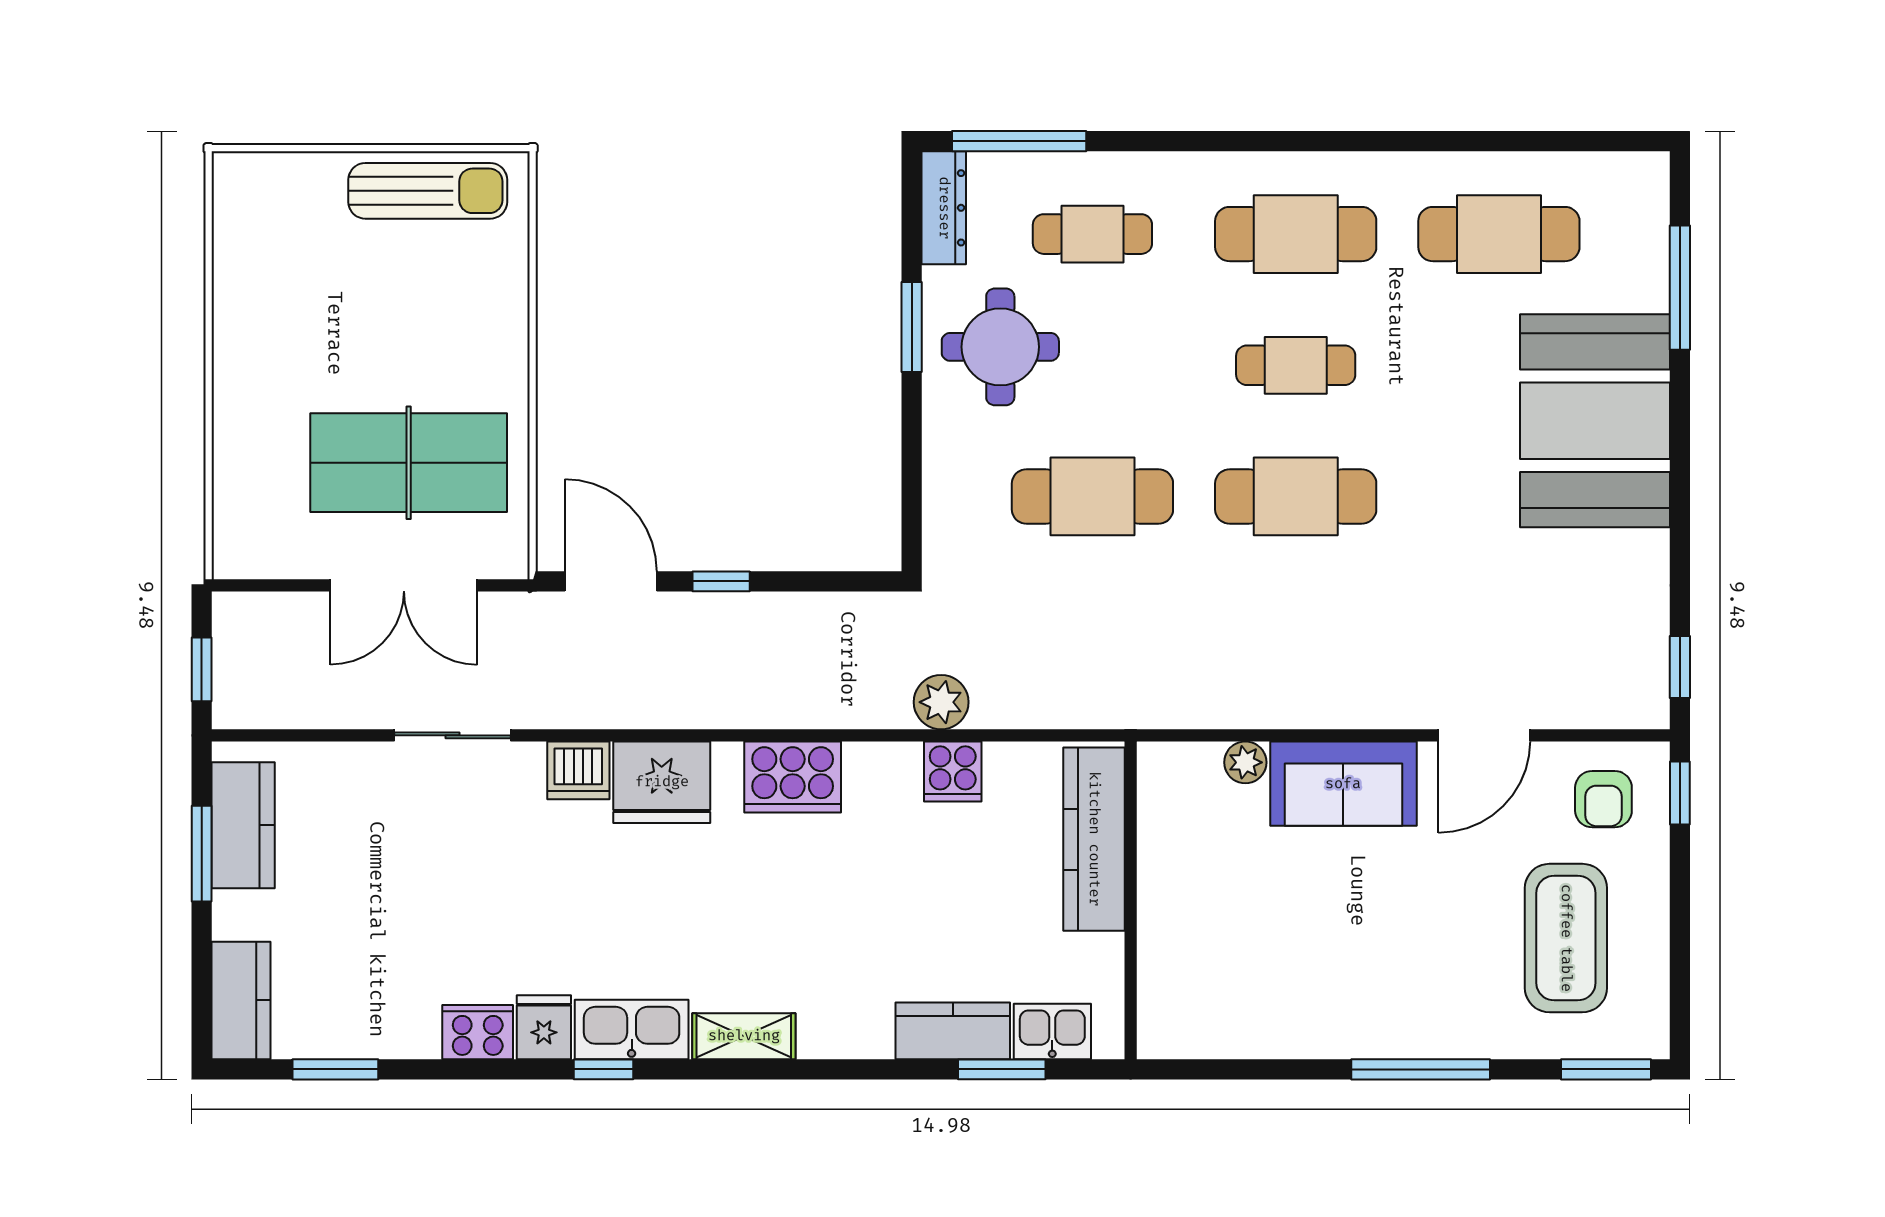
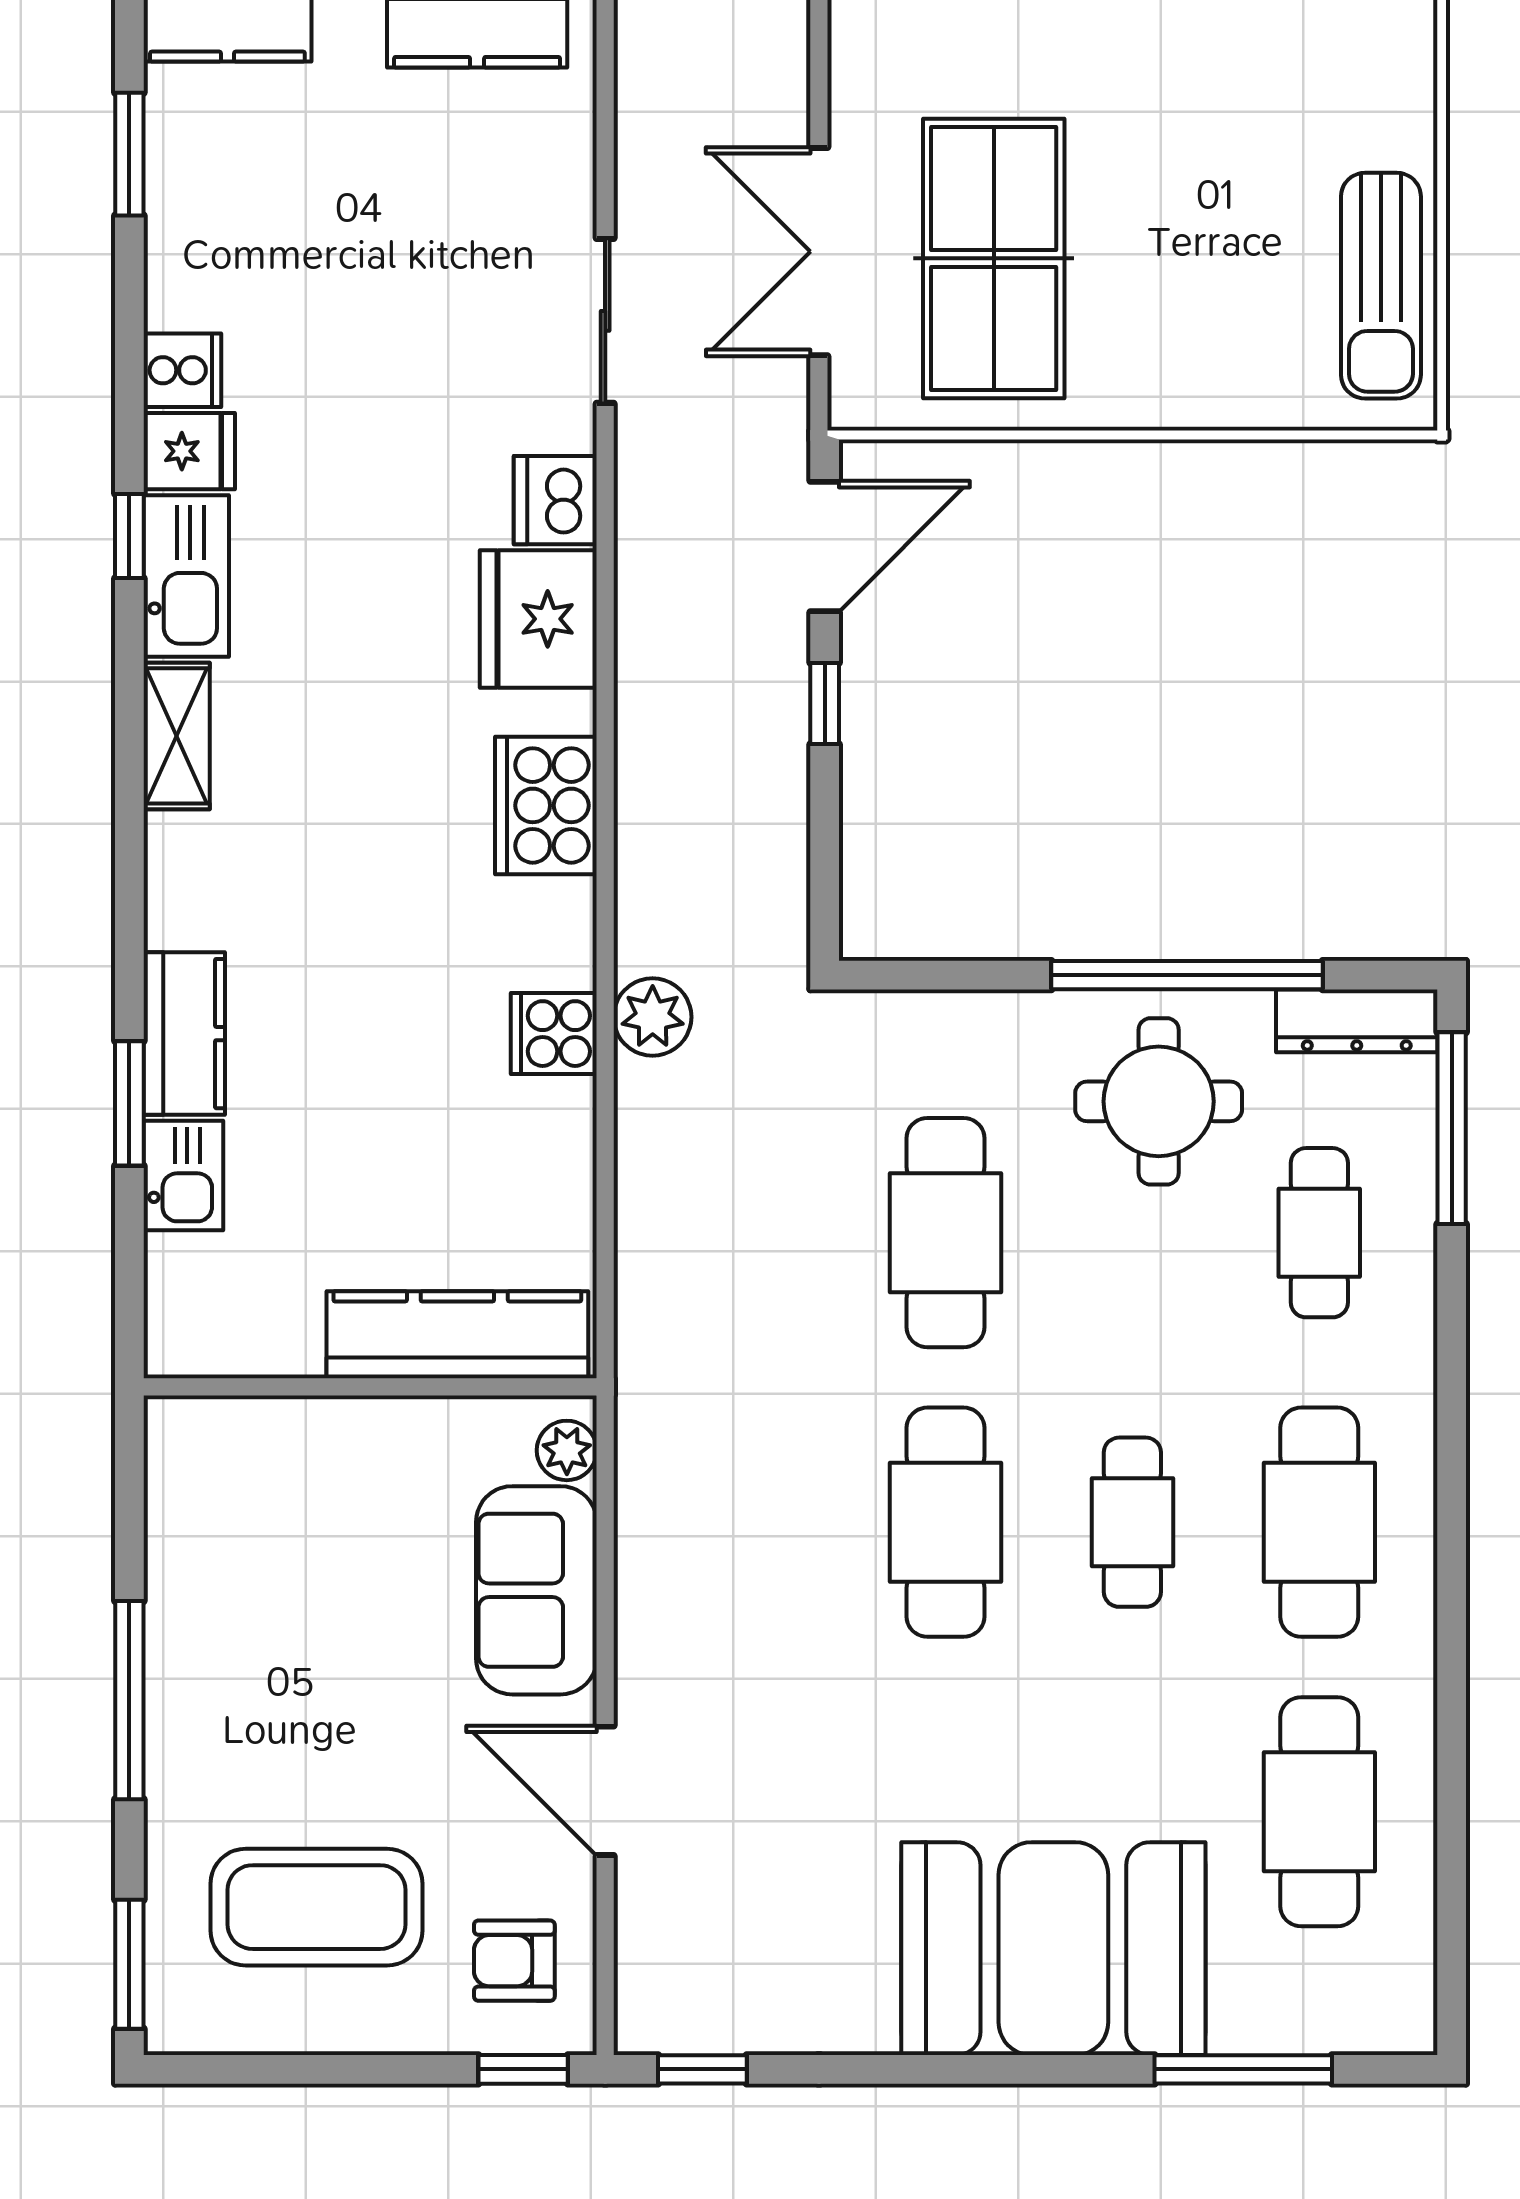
window: (912, 327) -> (1187, 975), width x2.11
kitchen counter: (1094, 839) -> (457, 1335), moved
wall: (1131, 900) -> (370, 1387), moved
cooker: (478, 1032) -> (182, 370), width x0.73

